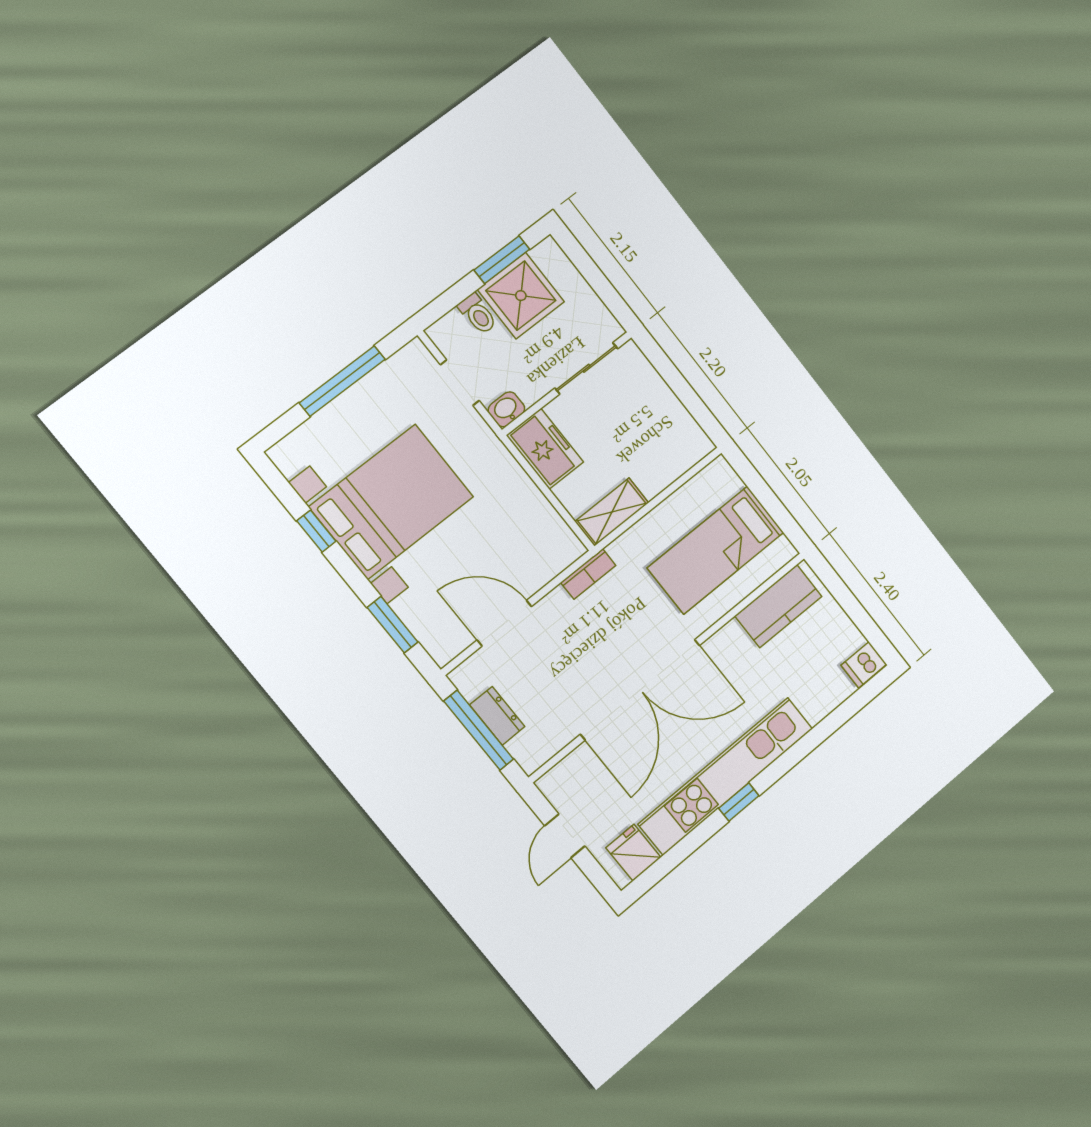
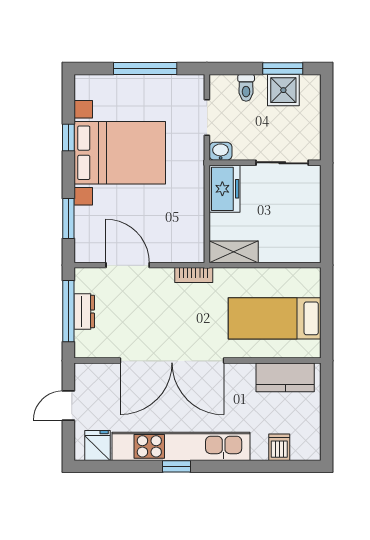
shower: (521, 296) -> (283, 90), width x0.73, depth x0.73
dishwasher: (864, 665) -> (279, 447), moved, turned 90

